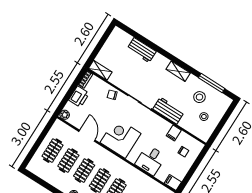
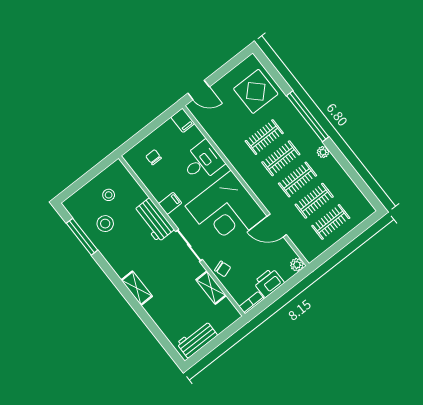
workbench: (142, 50) -> (197, 339), moved, turned -90
shelving: (100, 70) -> (211, 288), moved
shelving: (178, 71) -> (137, 288), moved
filing cabinet: (174, 133) -> (170, 203), moved
door: (87, 136) -> (277, 225), hinge flipped
corner desk: (121, 138) -> (226, 211), width x1.36, depth x1.36

